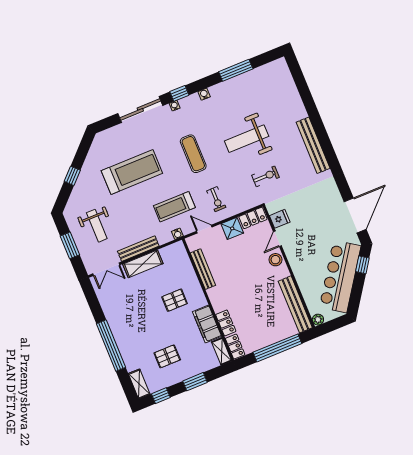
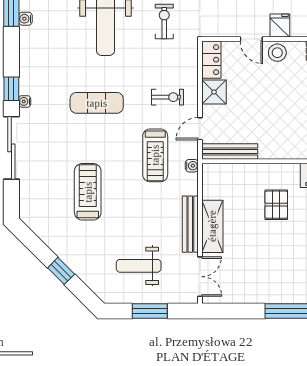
water cooler: (204, 94) -> (25, 19), moved
treadmill: (132, 172) -> (88, 192), width x0.73, depth x0.73
fridge: (280, 219) -> (280, 26), moved
weight bench: (97, 226) -> (139, 266), turned 180
bench: (203, 269) -> (230, 152), moved

